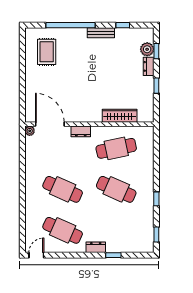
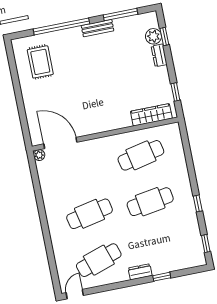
window: (123, 25) -> (121, 15), width x2.17
window: (156, 86) -> (175, 92), moved
wardrobe: (120, 116) -> (151, 115), moved
dresser: (81, 131) -> (97, 144), removed
cafe table: (63, 189) -> (90, 214), turned -36
cafe table: (116, 189) -> (150, 202), turned -33
cafe table: (63, 230) -> (99, 260), turned -42

